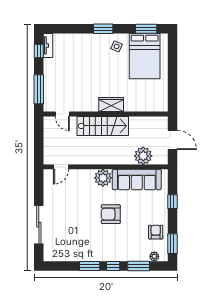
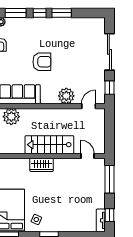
plant: (103, 178) -> (66, 96), moved
window: (39, 187) -> (109, 88), added

